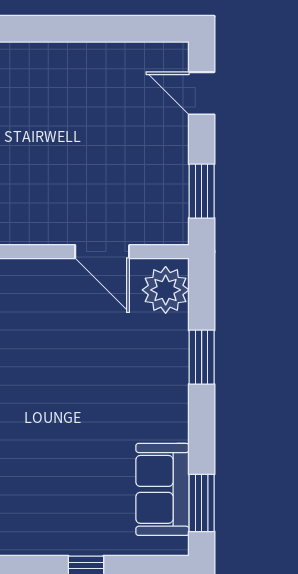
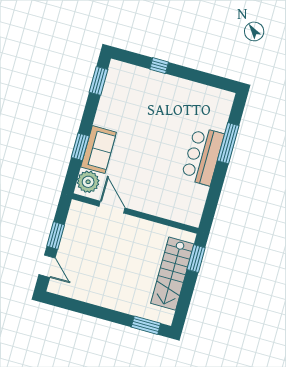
window: (202, 191) -> (56, 236), moved
sofa: (162, 489) -> (99, 150), moved

